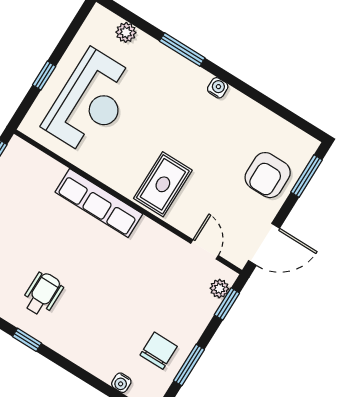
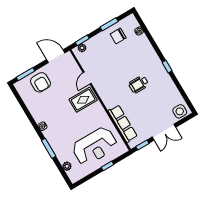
reception desk: (90, 102) -> (95, 146), turned 180
armchair: (268, 175) -> (40, 82), turned 90
row of seats: (99, 203) -> (123, 124), moved
door: (204, 249) -> (87, 78), moved
wheelchair: (42, 294) -> (139, 84), moved

